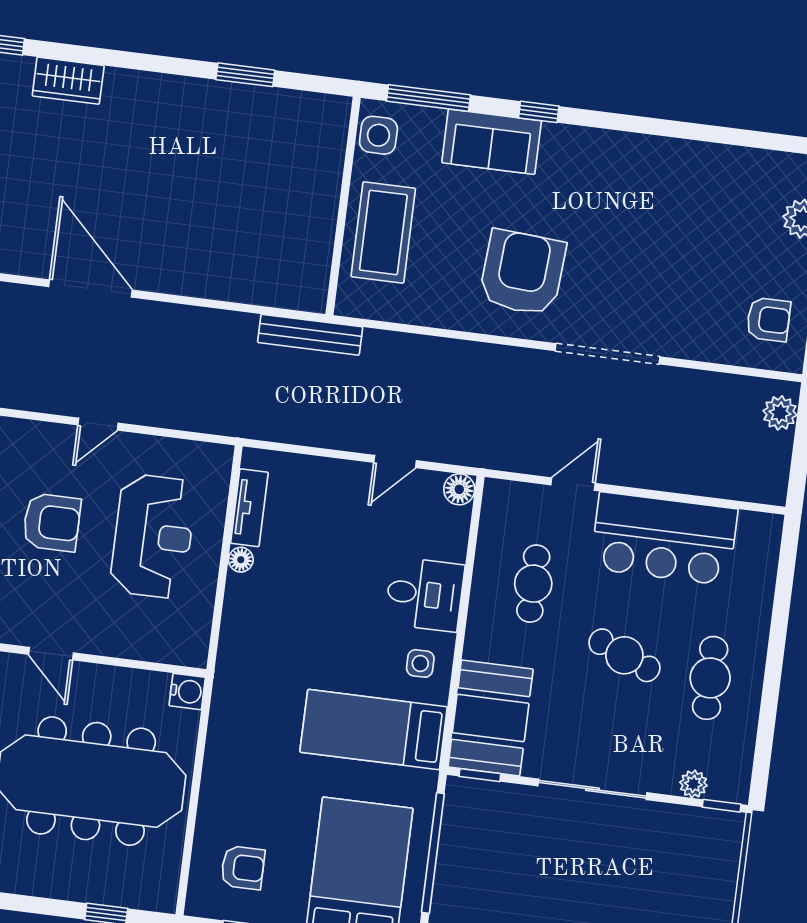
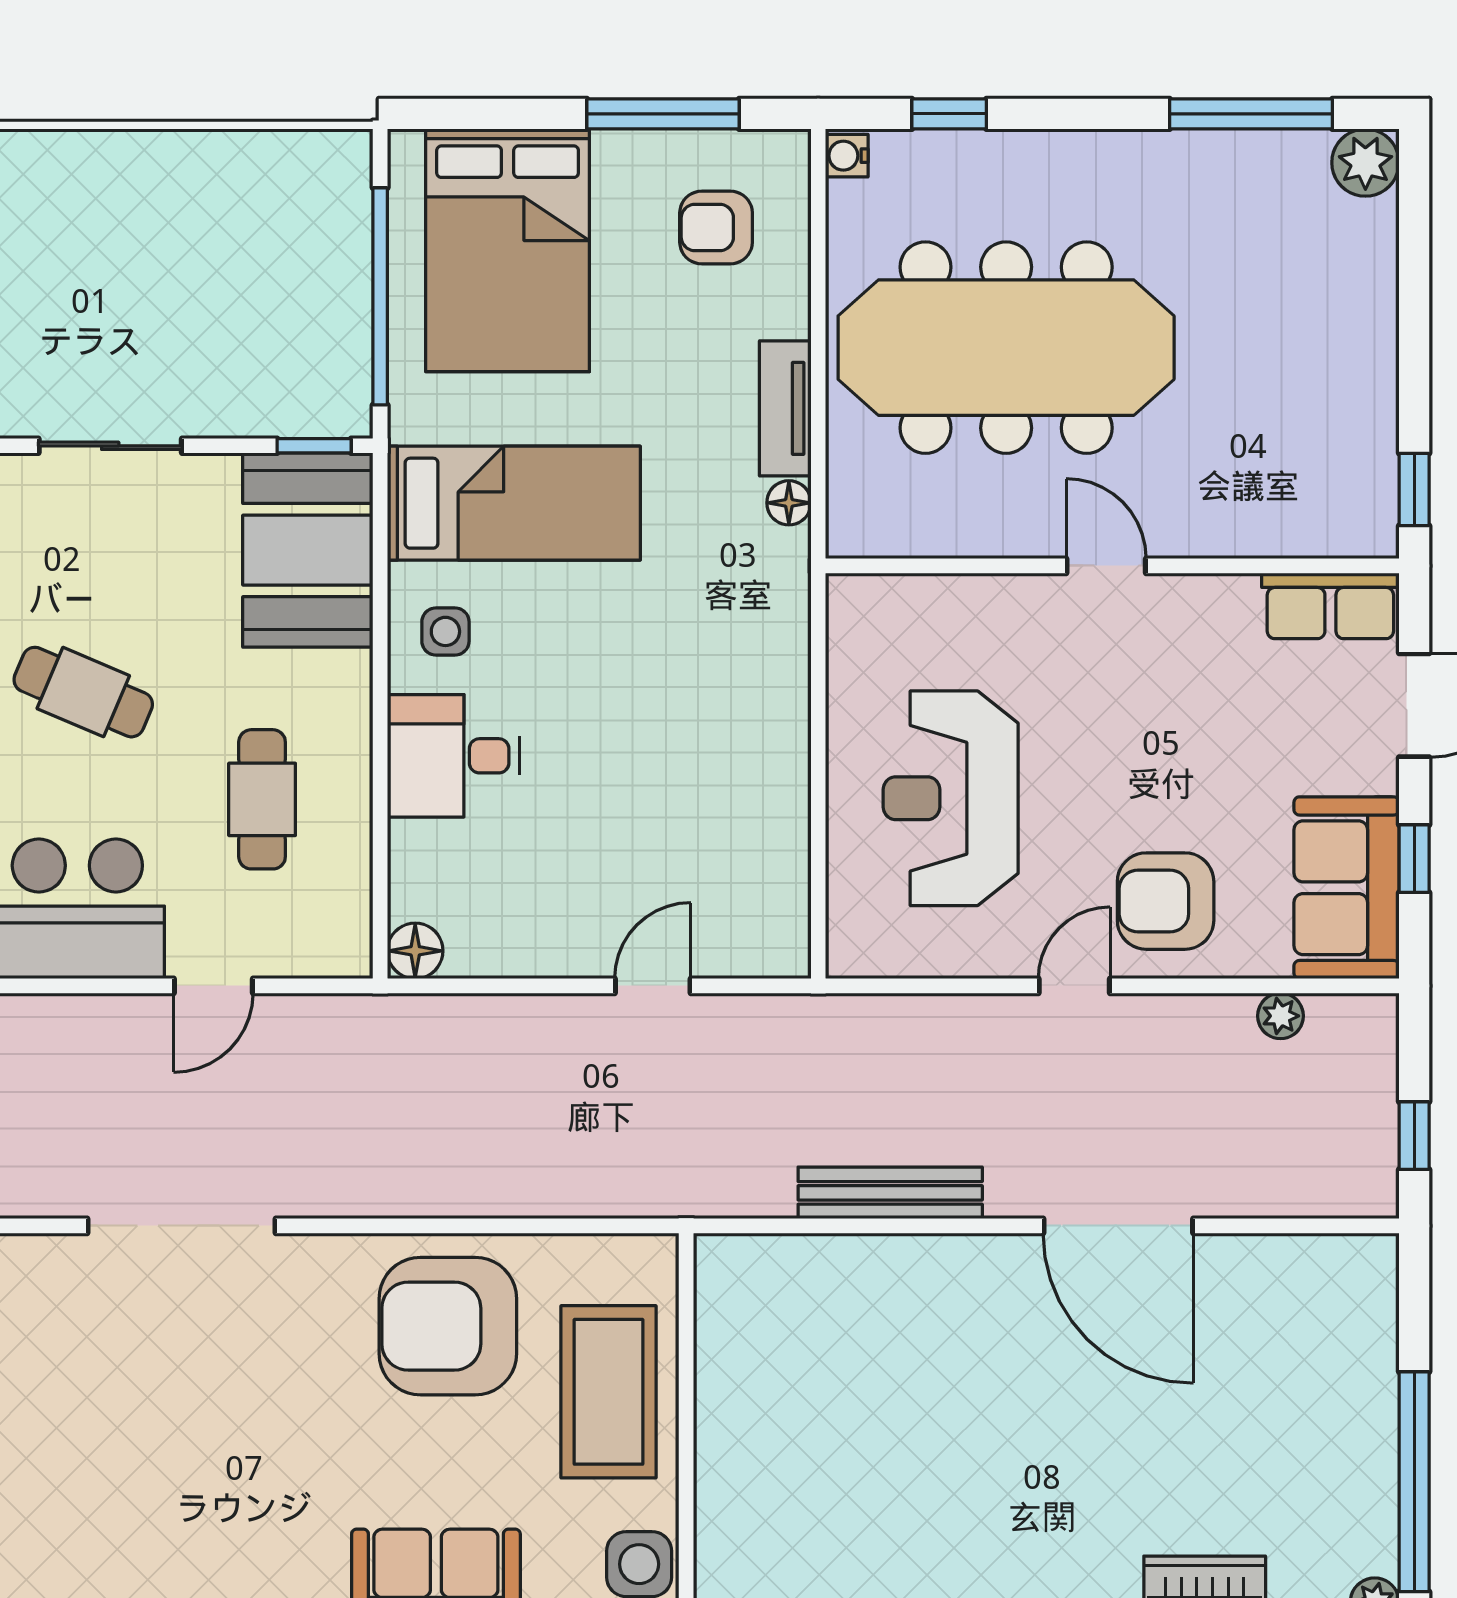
armchair: (522, 273) -> (448, 1326), moved, turned 86
bench: (310, 335) -> (890, 1193), moved
door: (395, 462) -> (653, 986), moved
tv unit: (249, 508) -> (785, 408), moved
armchair: (52, 522) -> (1166, 901), moved
floor lamp: (241, 560) -> (789, 503), moved
water cooler: (187, 691) -> (847, 156), moved, width x0.72, depth x0.72
sliding door: (592, 789) -> (110, 446), width x0.73

